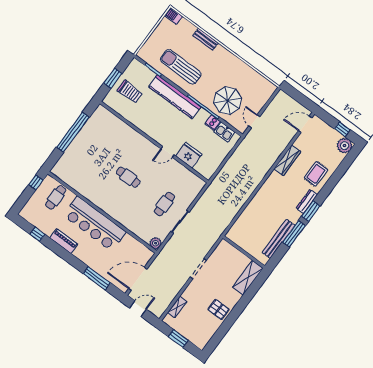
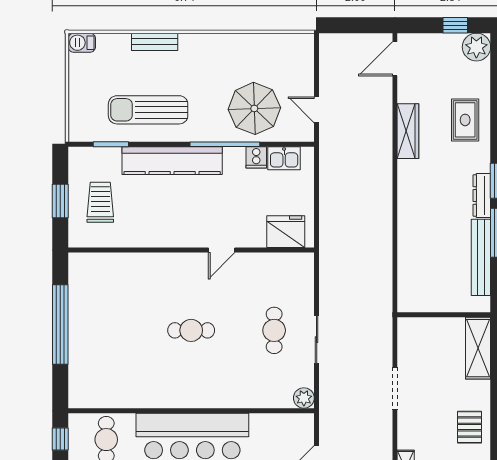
trolley: (130, 92) -> (100, 202), turned -90
fridge: (189, 155) -> (286, 232), moved
dresser: (307, 201) -> (482, 196), moved
pallet: (219, 309) -> (470, 427), turned 90

